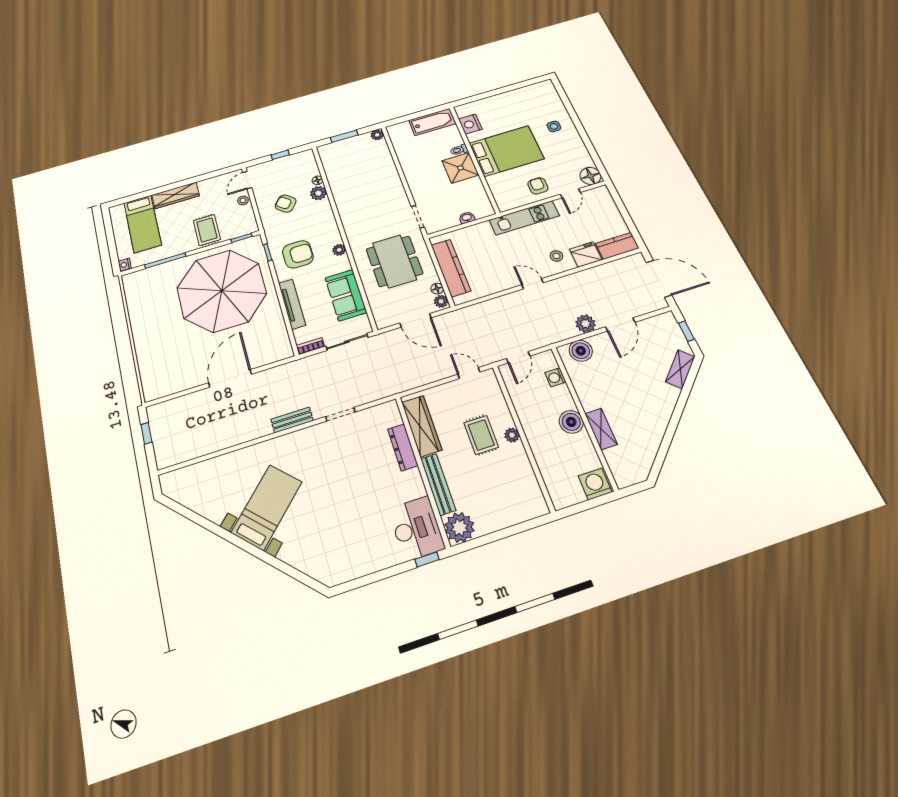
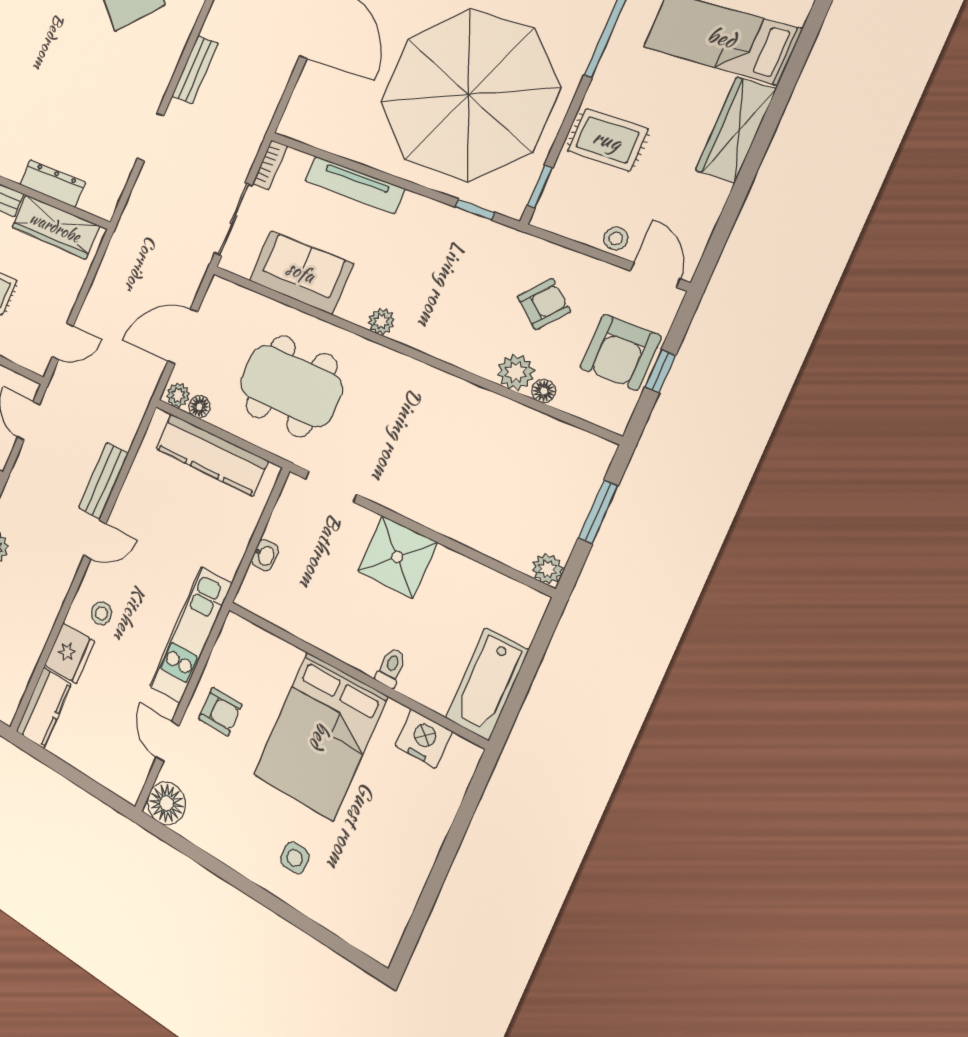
shower: (460, 168) -> (397, 557), moved
armchair: (298, 254) -> (620, 352), moved
bench: (507, 301) -> (103, 481), added

